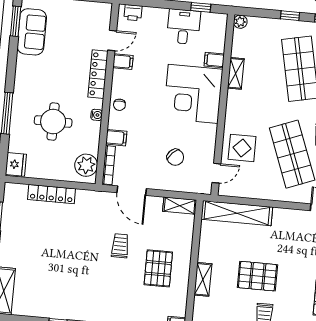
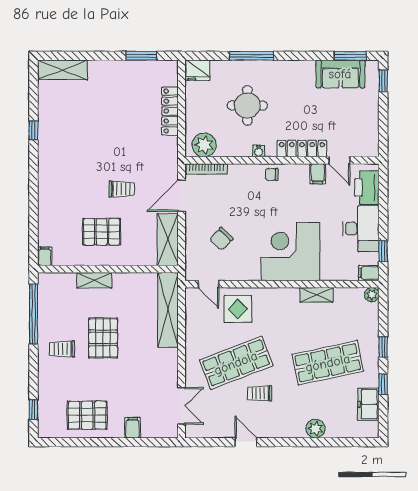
printer: (133, 13) -> (367, 188), width x1.87, depth x1.48
desk: (184, 27) -> (361, 229), width x1.37
filing cabinet: (214, 60) -> (369, 273), moved, turned -90
filing cabinet: (116, 138) -> (236, 174), removed
shelving: (180, 206) -> (168, 240), width x1.50, depth x1.33

